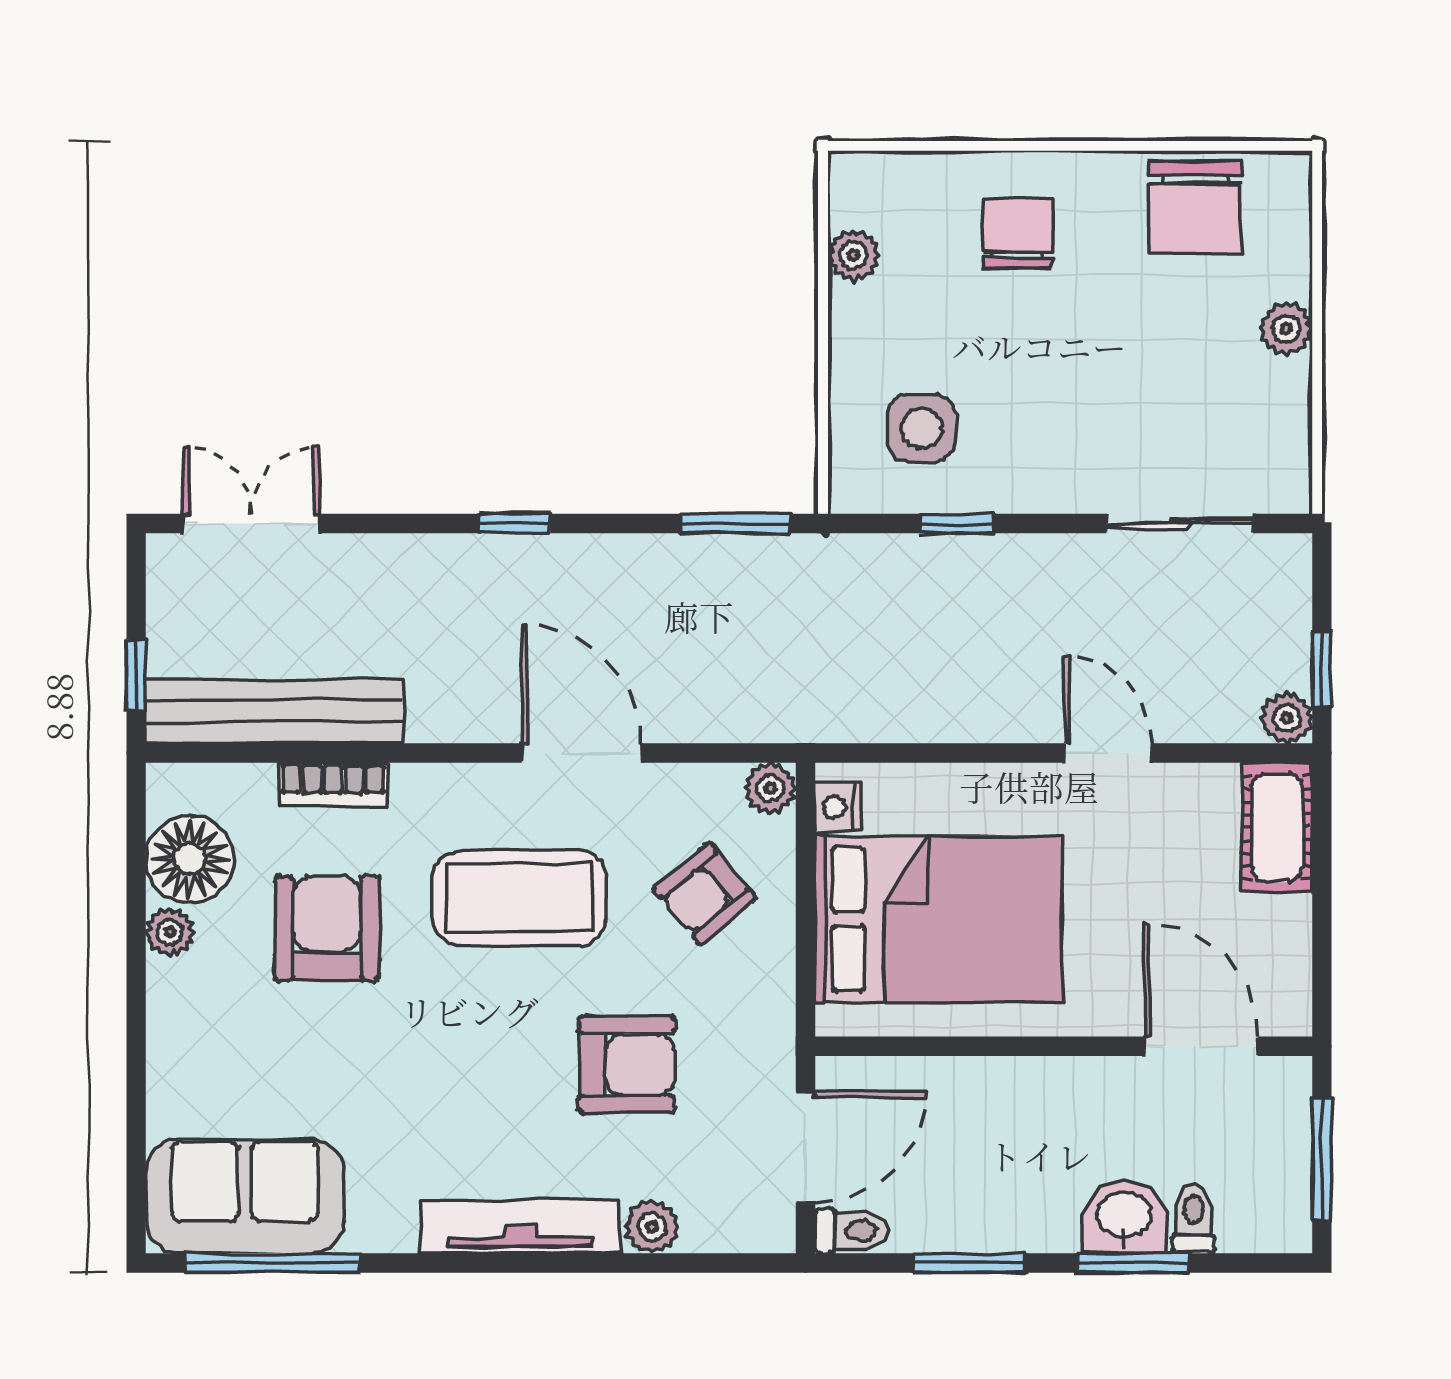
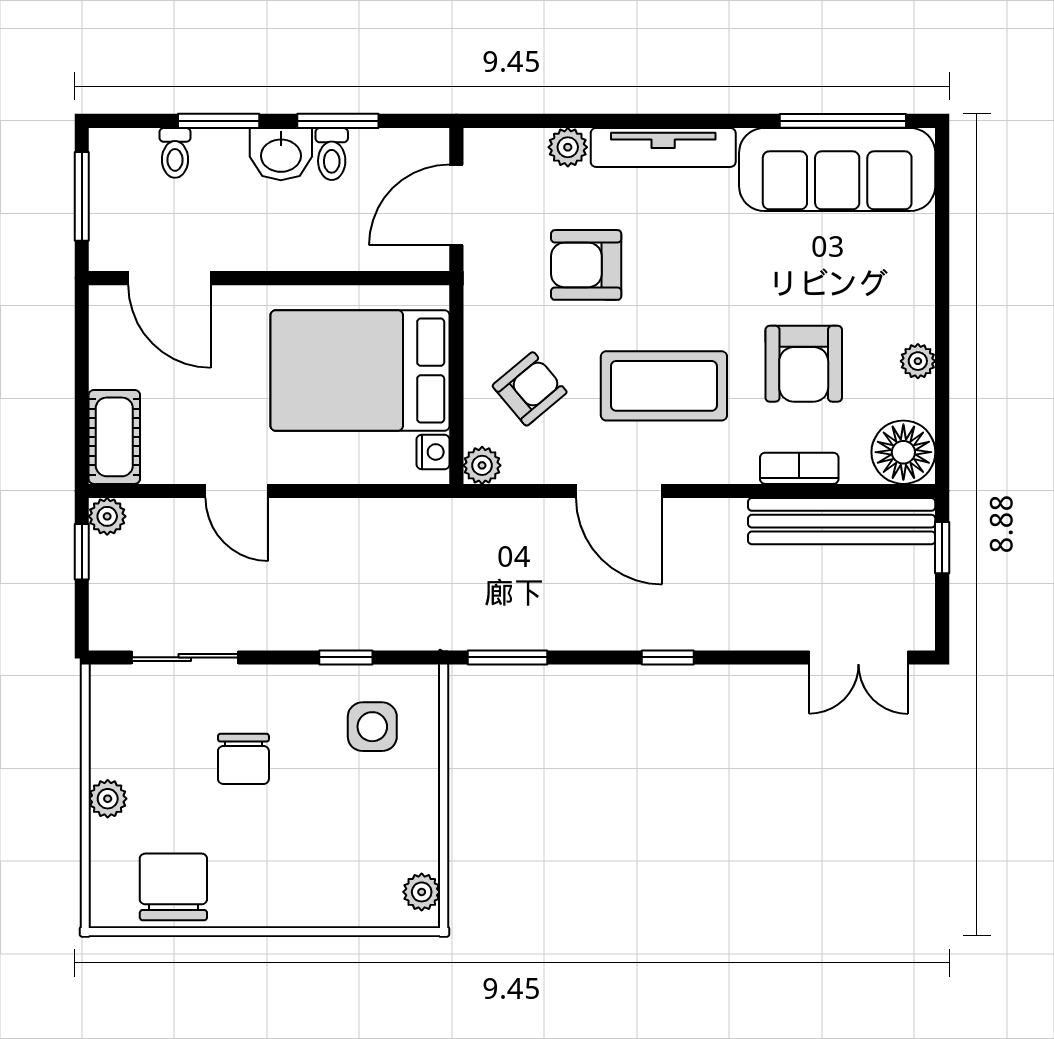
chair: (1018, 234) -> (243, 759), moved
plant: (853, 255) -> (422, 892), moved
floor lamp: (190, 859) -> (903, 452), moved
sofa: (245, 1196) -> (837, 169), width x1.36
washbasin: (1124, 1217) -> (281, 154), moved
toilet: (851, 1231) -> (332, 154), moved, turned -90

